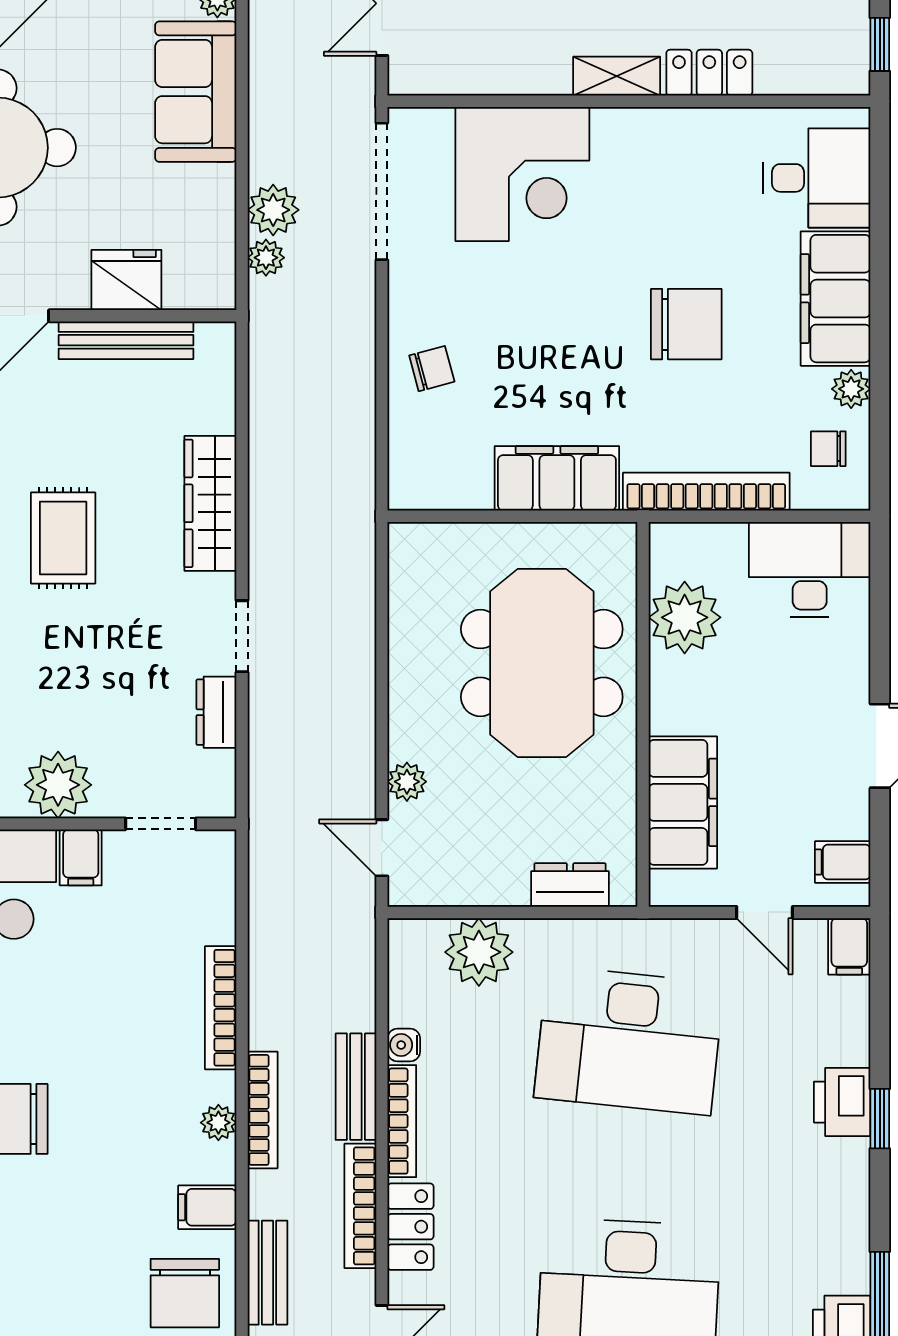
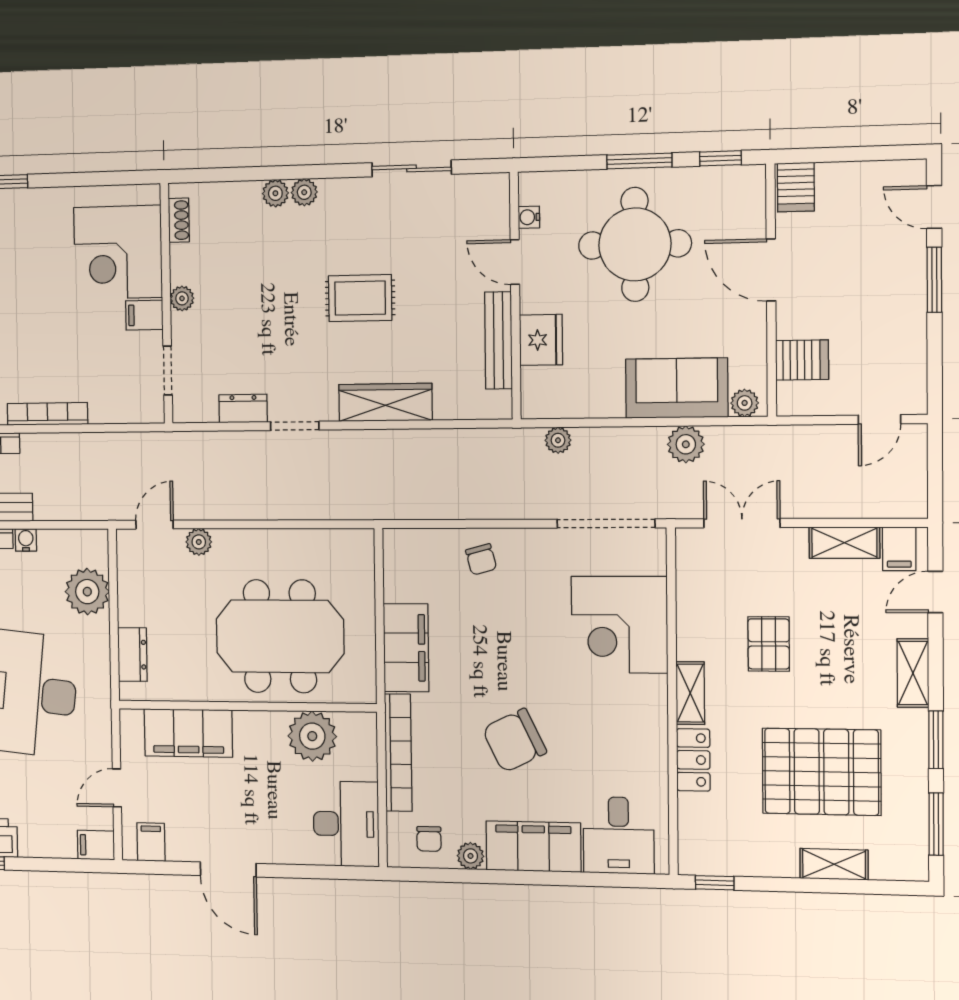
plant: (273, 210) -> (686, 444), moved
chair: (686, 324) -> (514, 740), turned 64
chair: (828, 449) -> (429, 839), turned 180
plant: (58, 785) -> (182, 298), width x0.53, depth x0.53

